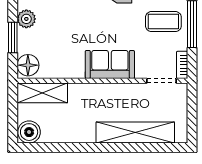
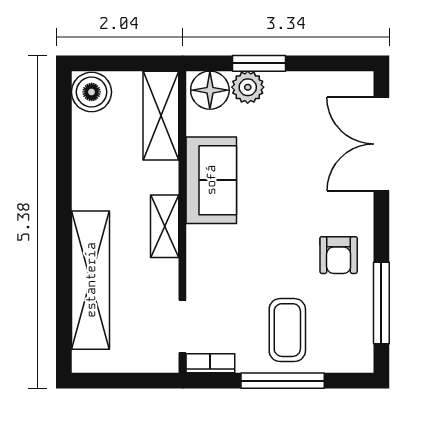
plant: (26, 19) -> (248, 87), moved
sofa: (110, 64) -> (211, 180), moved
shelving: (105, 91) -> (165, 226), added

